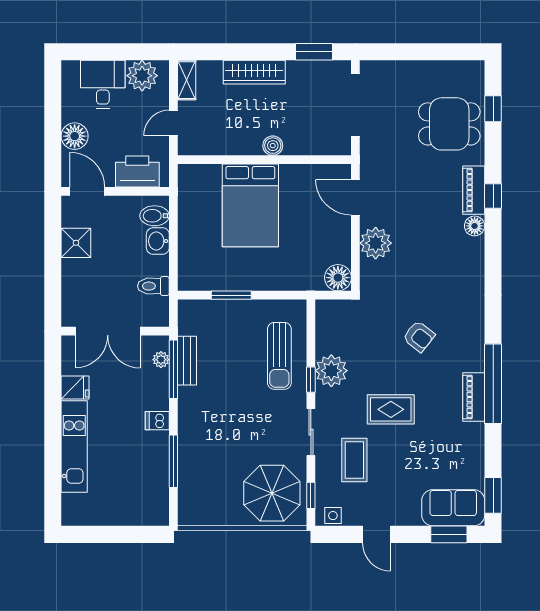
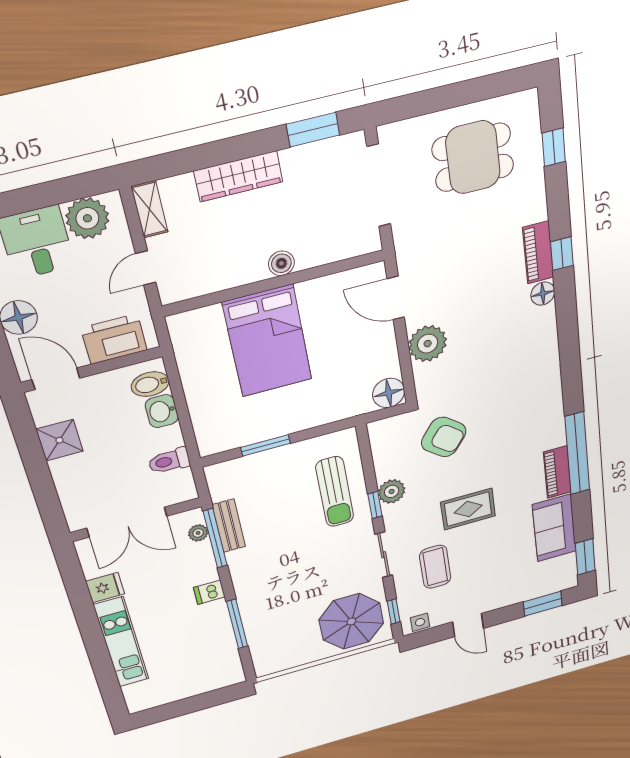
dining table: (449, 124) -> (473, 157), moved
armchair: (419, 336) -> (444, 437), moved, width x1.38, depth x1.38
plant: (331, 371) -> (392, 491), width x0.73, depth x0.73
sofa: (453, 508) -> (554, 528), moved, turned -90

